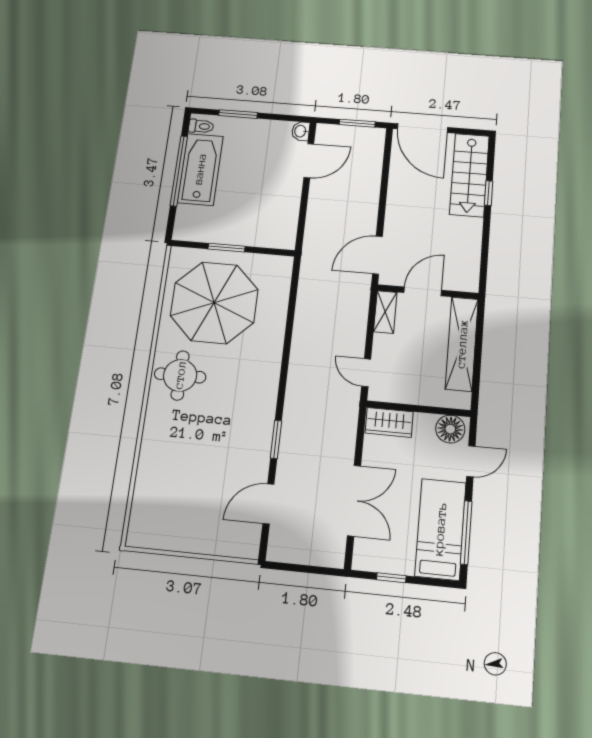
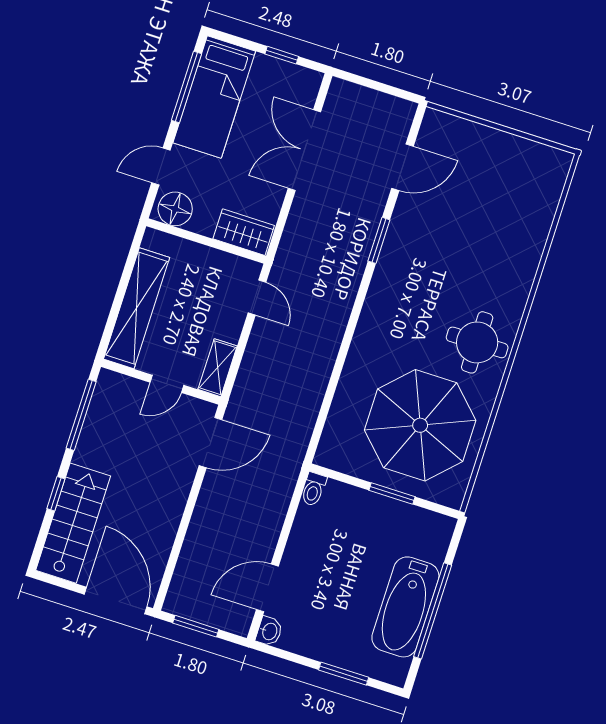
toilet: (201, 126) -> (314, 489), moved, turned -90
window: (485, 254) -> (81, 415), added
door: (423, 291) -> (167, 384), width x0.73

